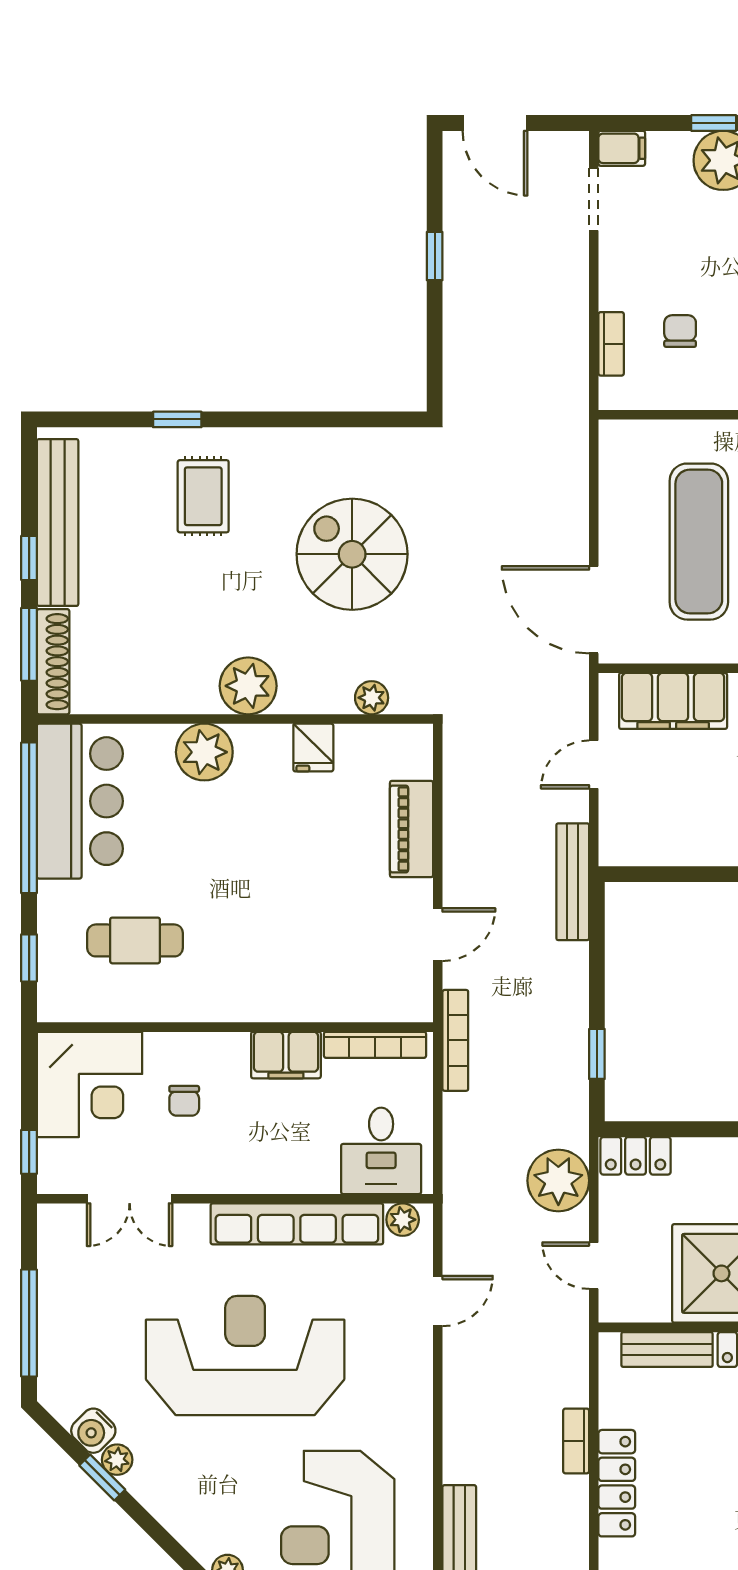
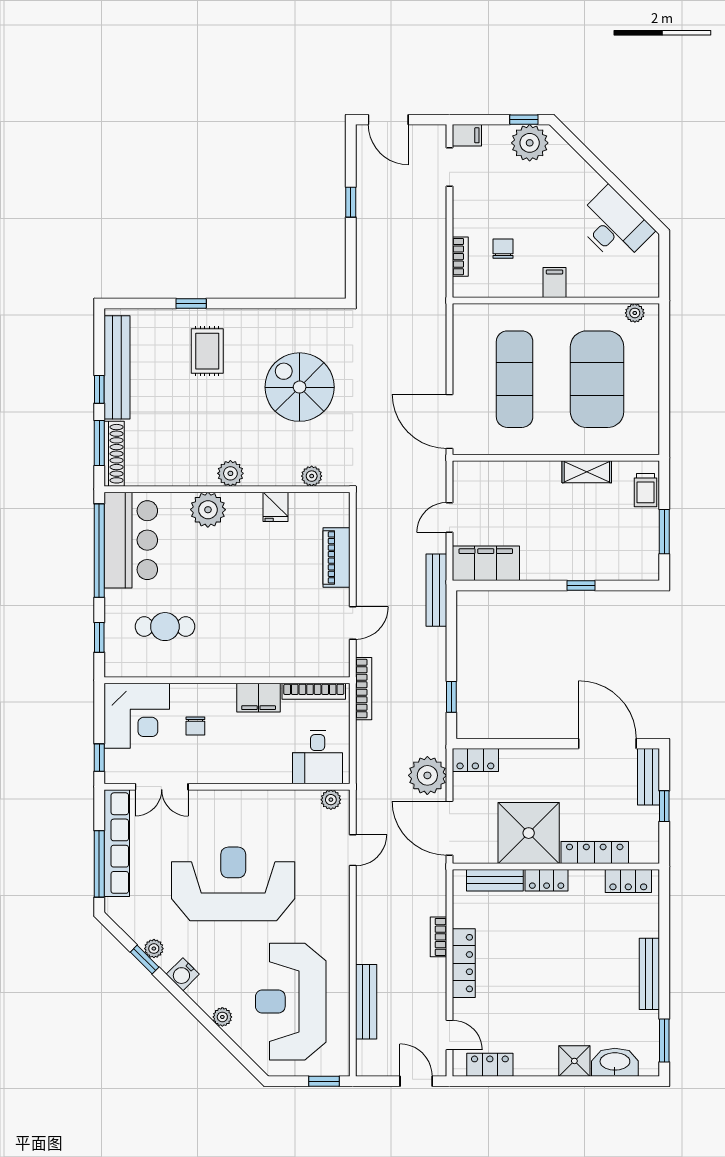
plant: (248, 686) -> (230, 473), width x0.73, depth x0.73
filing cabinet: (673, 701) -> (486, 563), moved, turned 180
row of seats: (297, 1224) -> (117, 843), moved, turned -90
door: (594, 1266) -> (449, 828), width x1.88
water cooler: (93, 1431) -> (183, 974), moved

